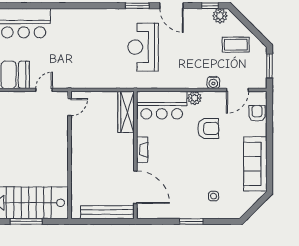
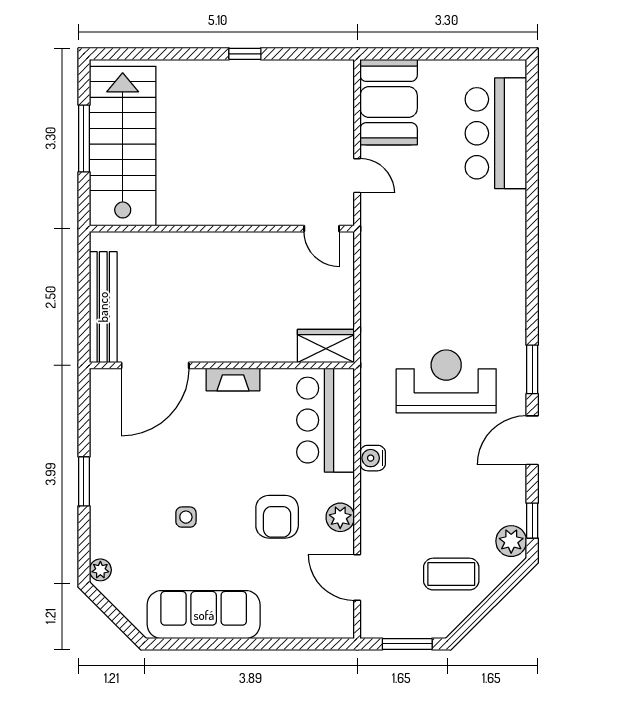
coffee table: (236, 45) -> (451, 574), turned 90
water cooler: (213, 82) -> (373, 458), moved
plant: (195, 98) -> (340, 517), moved
wardrobe: (126, 112) -> (326, 346), width x0.67
armchair: (257, 113) -> (308, 618), removed
side table: (214, 196) -> (186, 517), moved
plant: (234, 214) -> (100, 570), added

